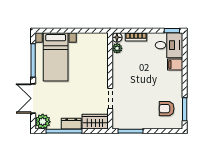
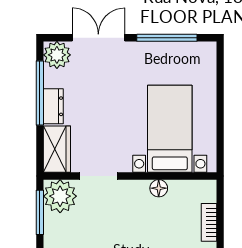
floor lamp: (117, 37) -> (159, 188), moved
plant: (117, 48) -> (60, 196), moved, width x1.87, depth x1.87
bed with nightstands: (56, 57) -> (170, 129), moved, turned 90

